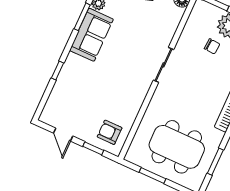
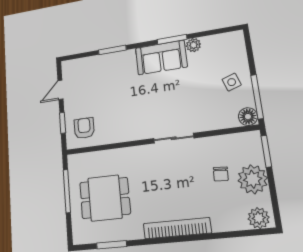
window: (58, 70) -> (112, 50), width x1.50
dining table: (177, 147) -> (105, 198), width x0.73
window: (153, 175) -> (67, 191), width x1.44

